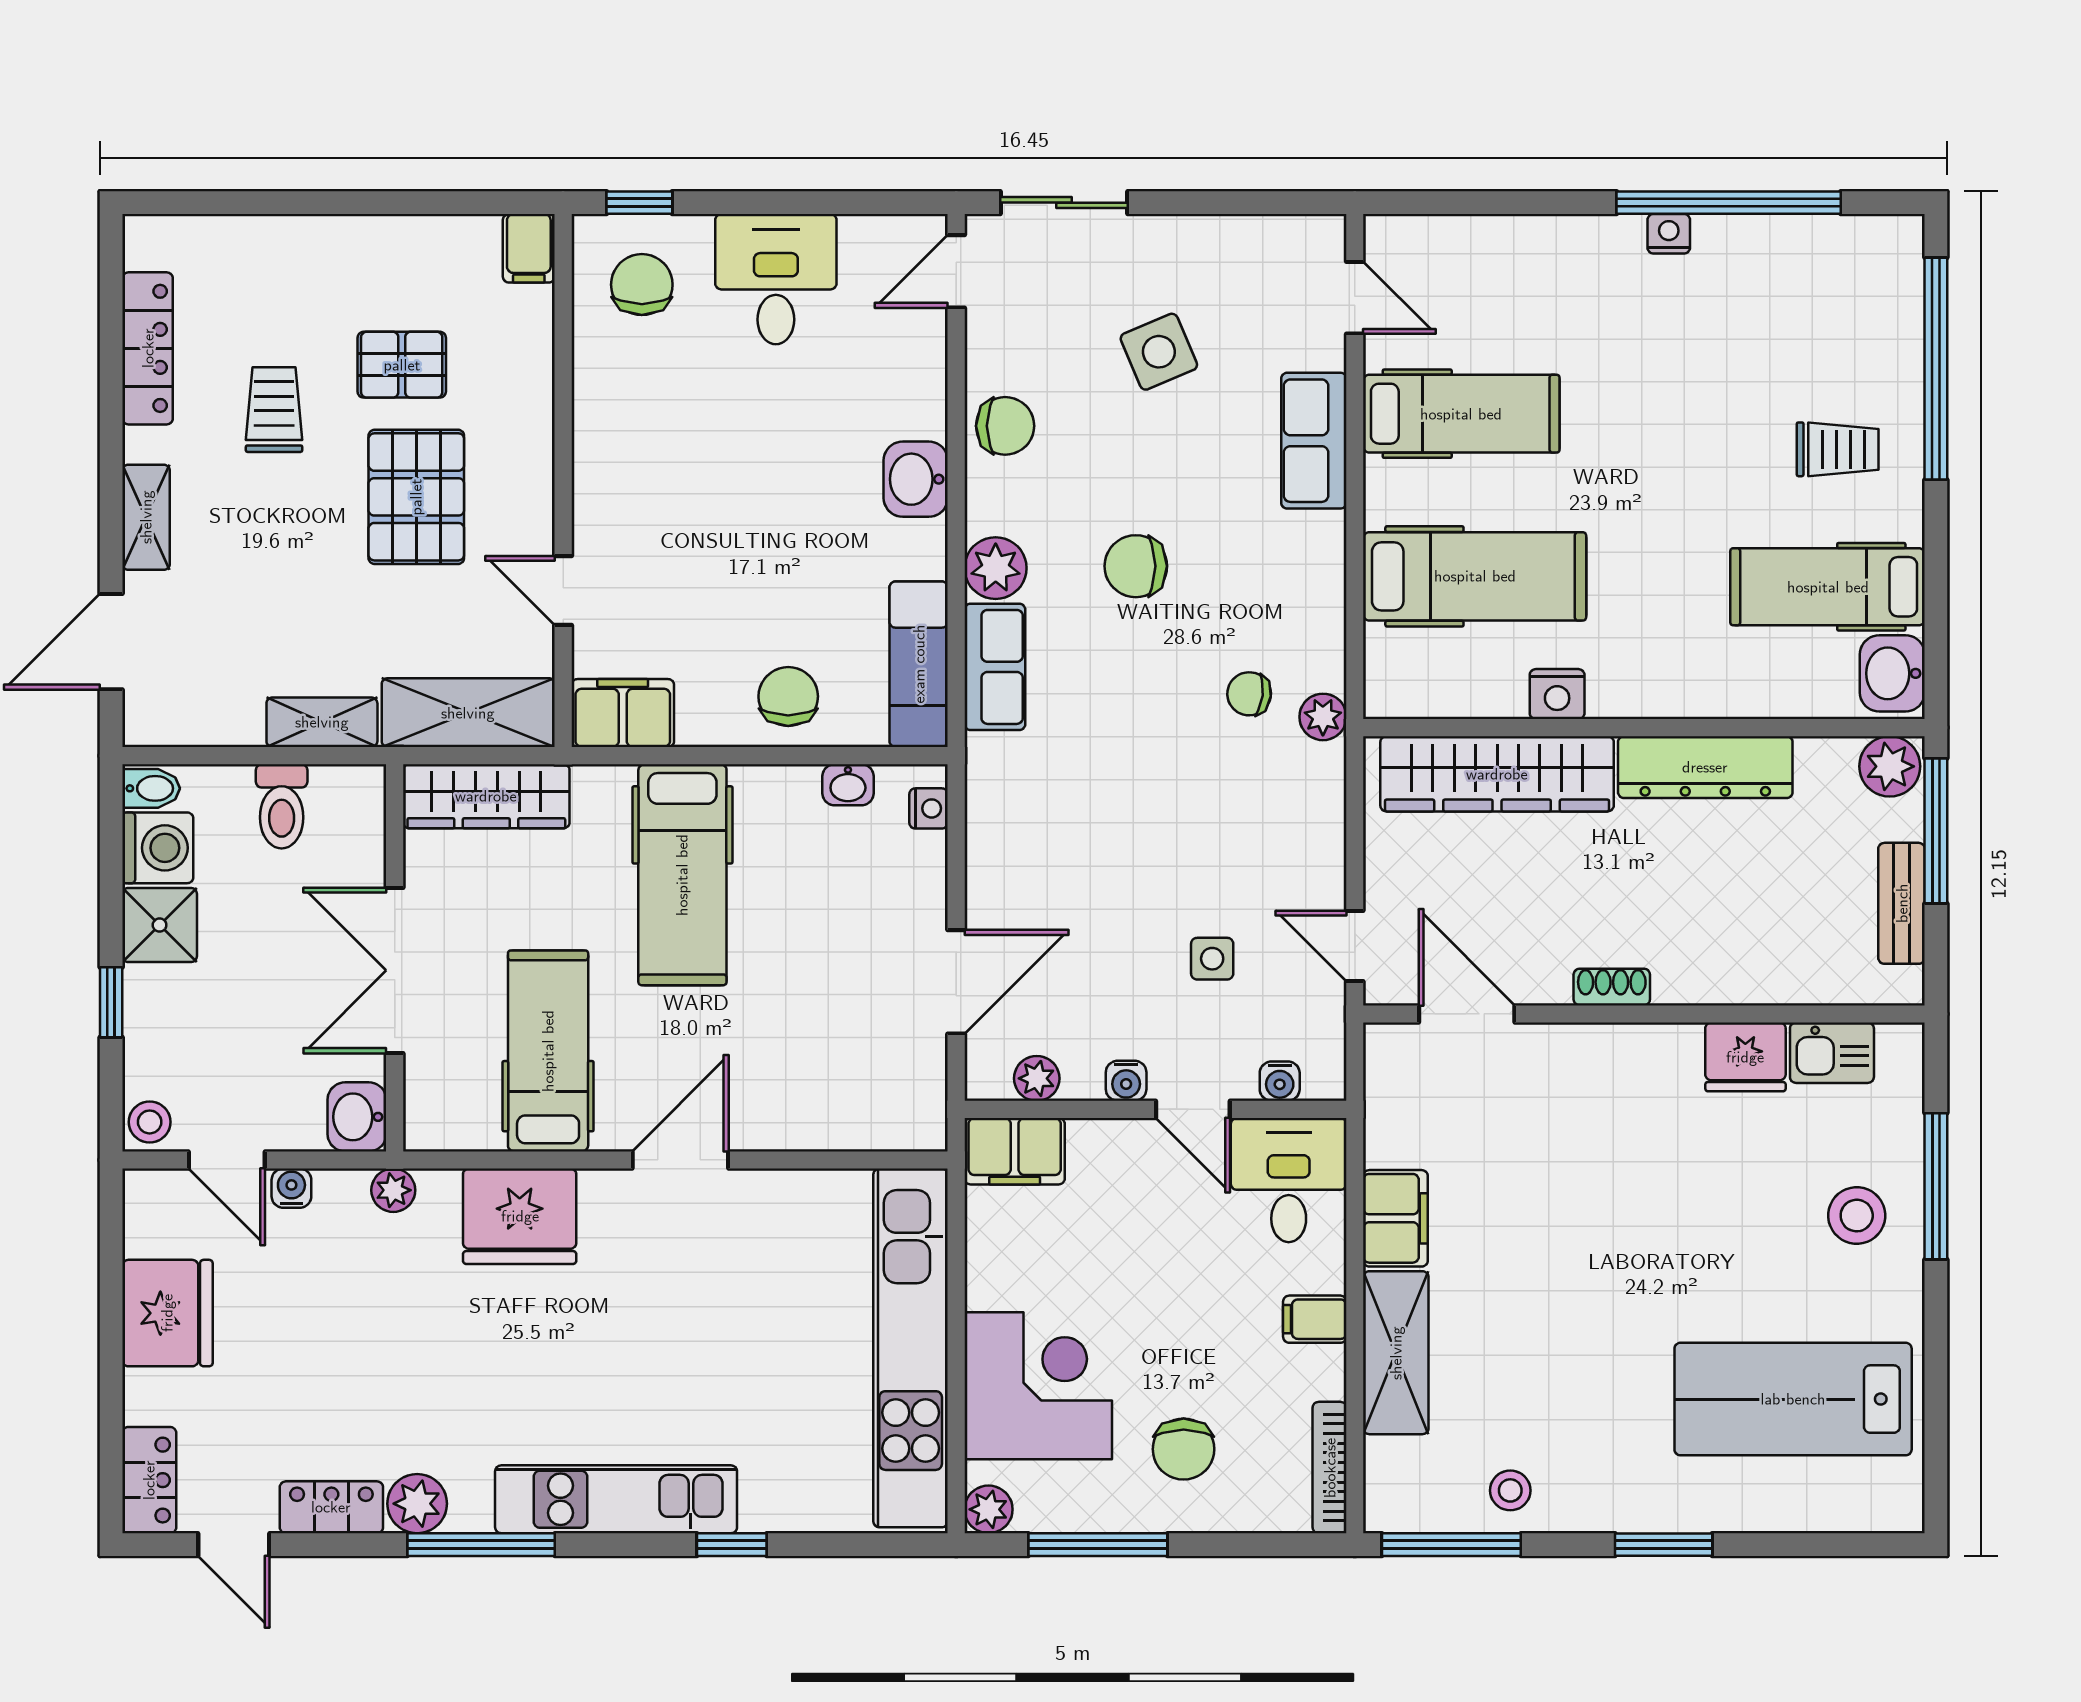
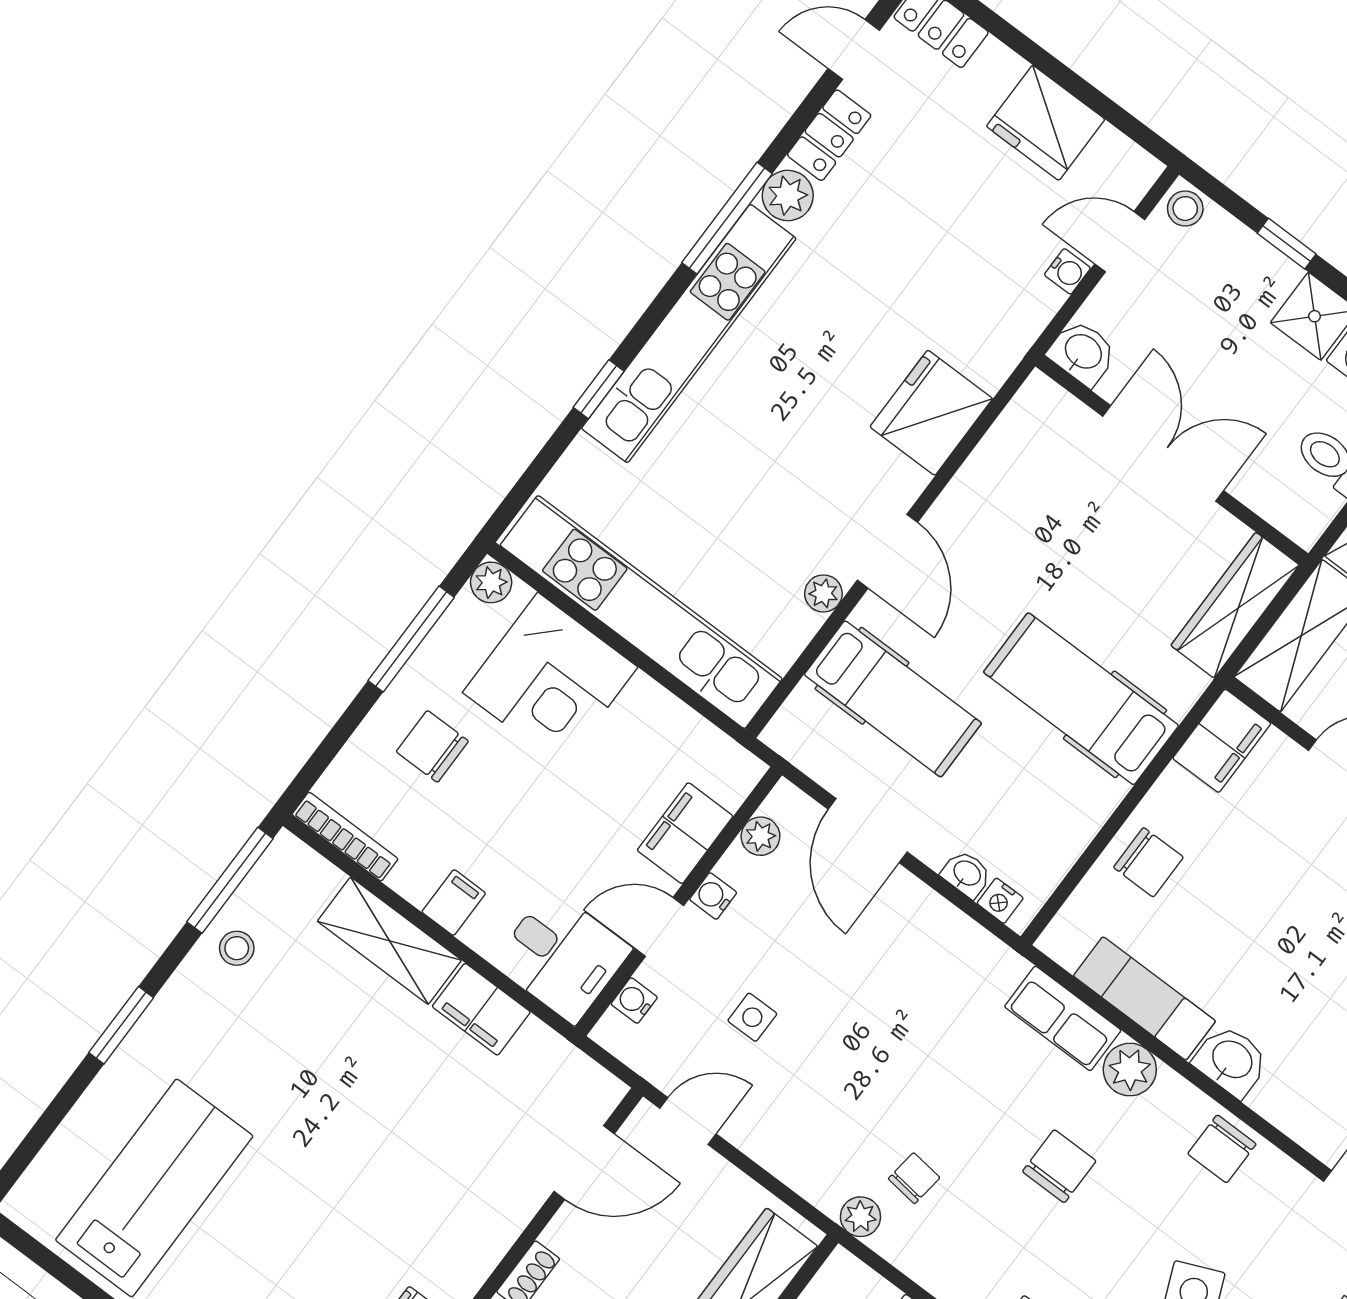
exam couch: (919, 664) -> (1144, 998), moved
washbasin: (848, 785) -> (967, 874), moved, turned 90
hospital bed: (548, 1051) -> (893, 699), moved
filing cabinet: (1015, 1151) -> (685, 833), moved
plant: (393, 1190) -> (823, 593), moved
kitchen unit: (616, 1499) -> (689, 334), width x1.36

